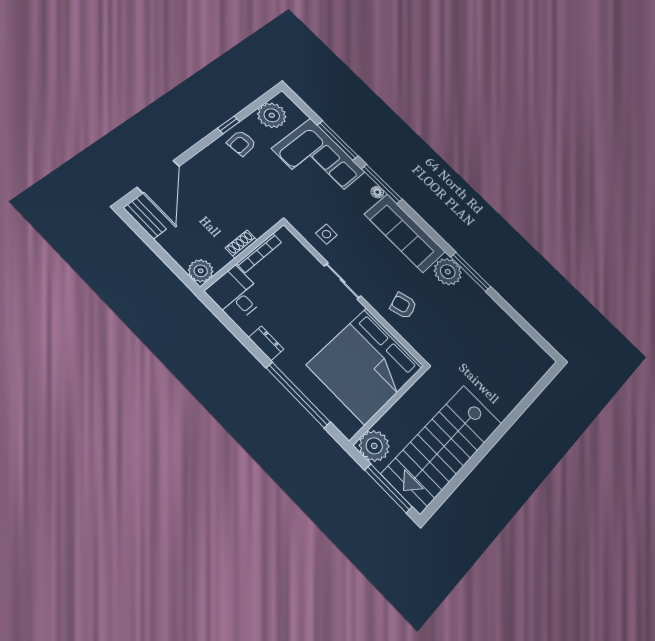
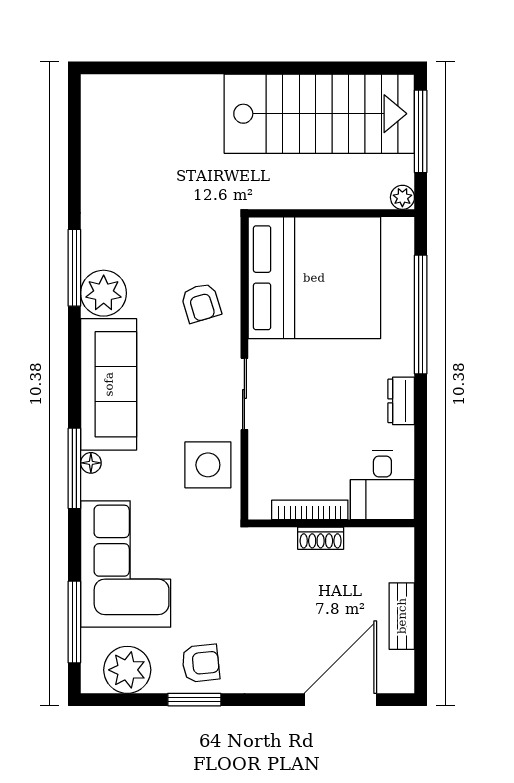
window: (229, 125) -> (194, 700), width x1.50
window: (338, 140) -> (74, 622), moved
bench: (145, 218) -> (402, 616), moved
side table: (326, 234) -> (208, 465), width x1.87, depth x1.87
plant: (201, 271) -> (396, 545), removed
plant: (374, 446) -> (402, 197), width x0.53, depth x0.53

